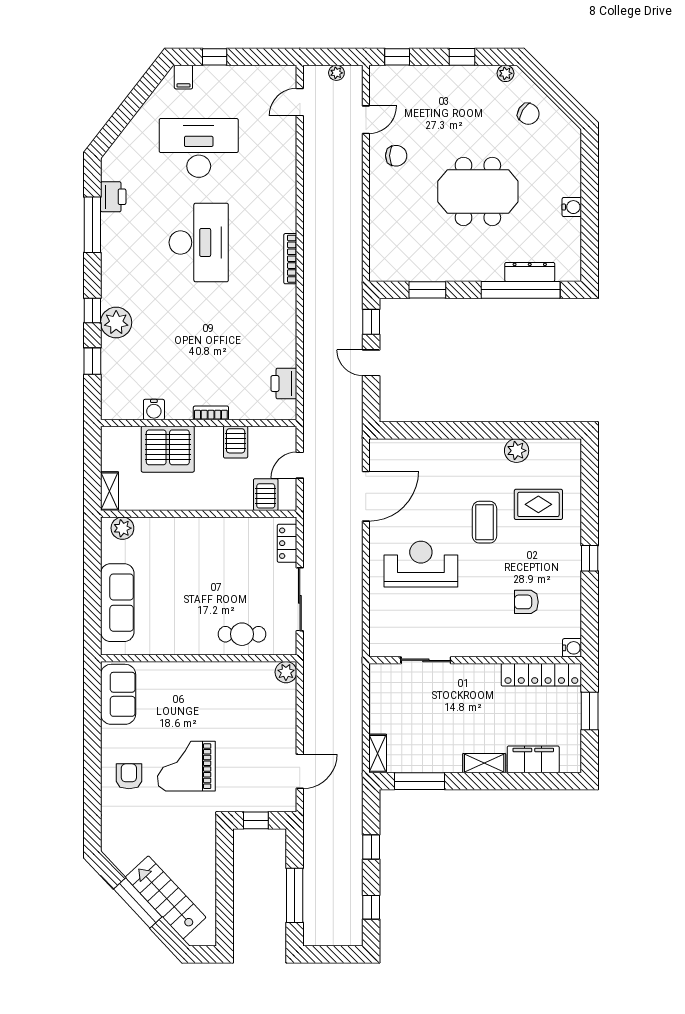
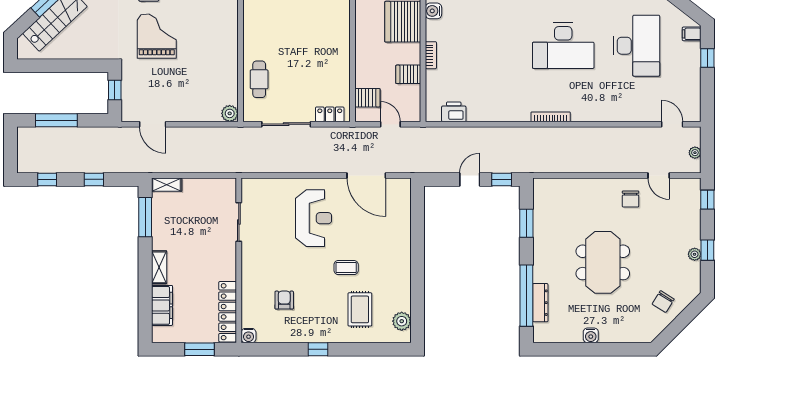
plant: (505, 73) -> (695, 254), moved
plant: (517, 451) -> (402, 321), moved
coffee table: (485, 522) -> (346, 268), width x0.73, depth x0.77

